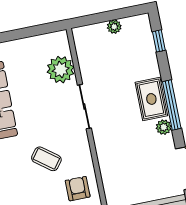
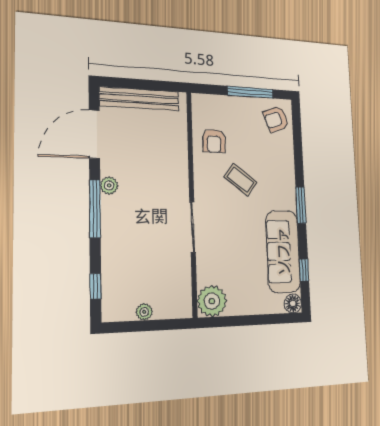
plant: (61, 70) -> (212, 301), moved
rug: (151, 99) -> (117, 220), removed

